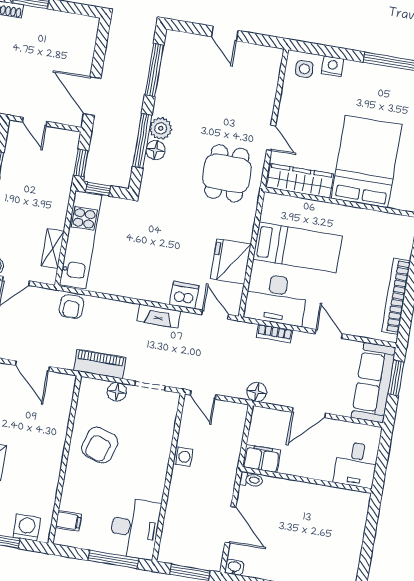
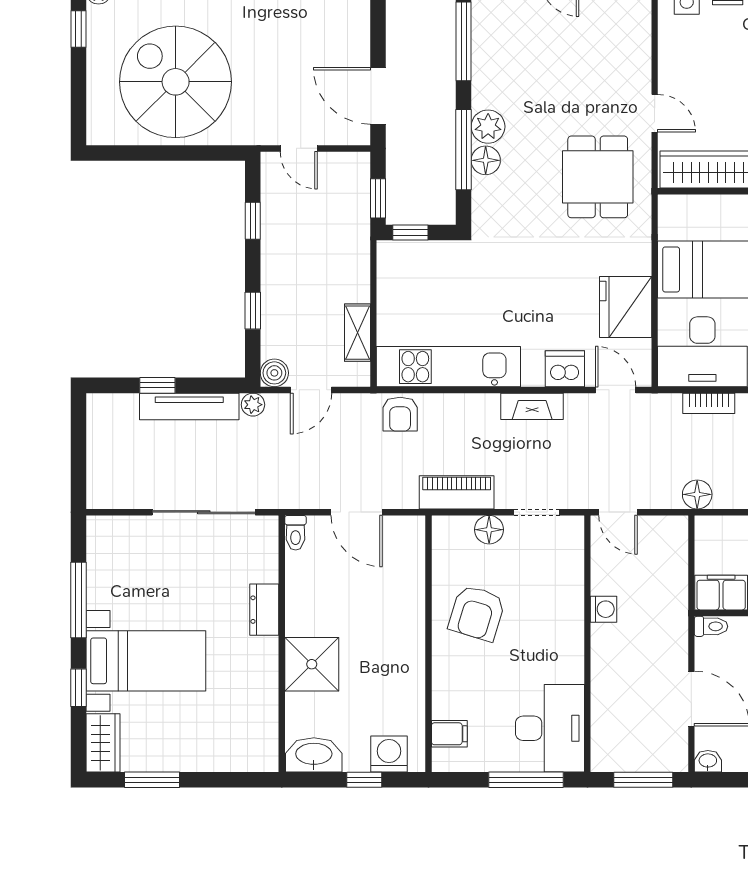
kitchen unit: (80, 240) -> (448, 367), moved, turned -90

